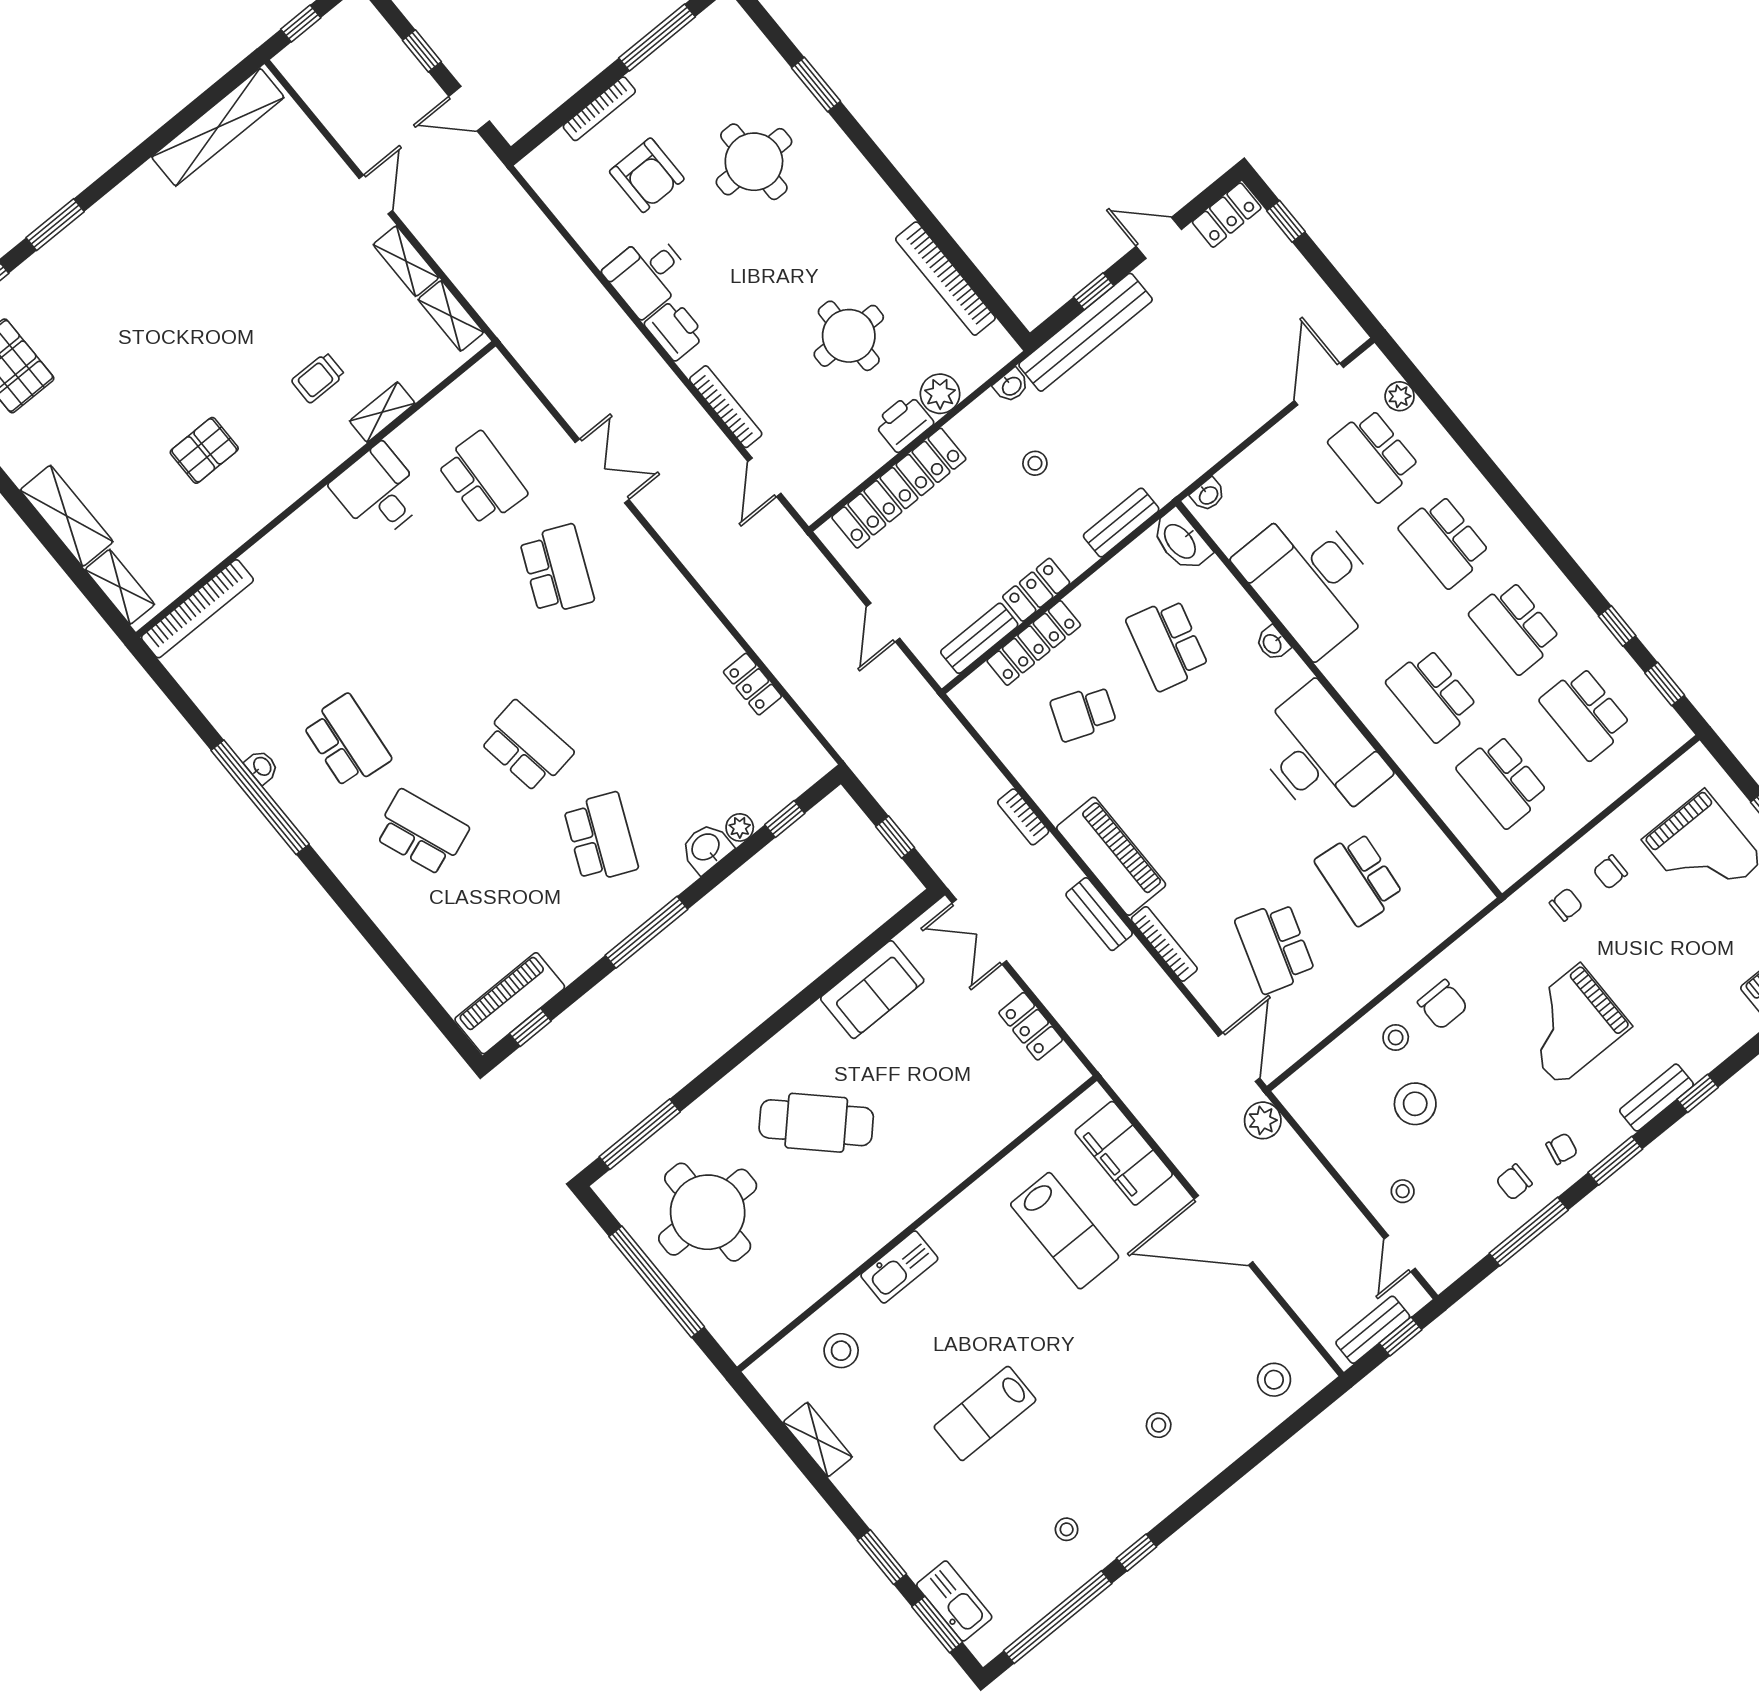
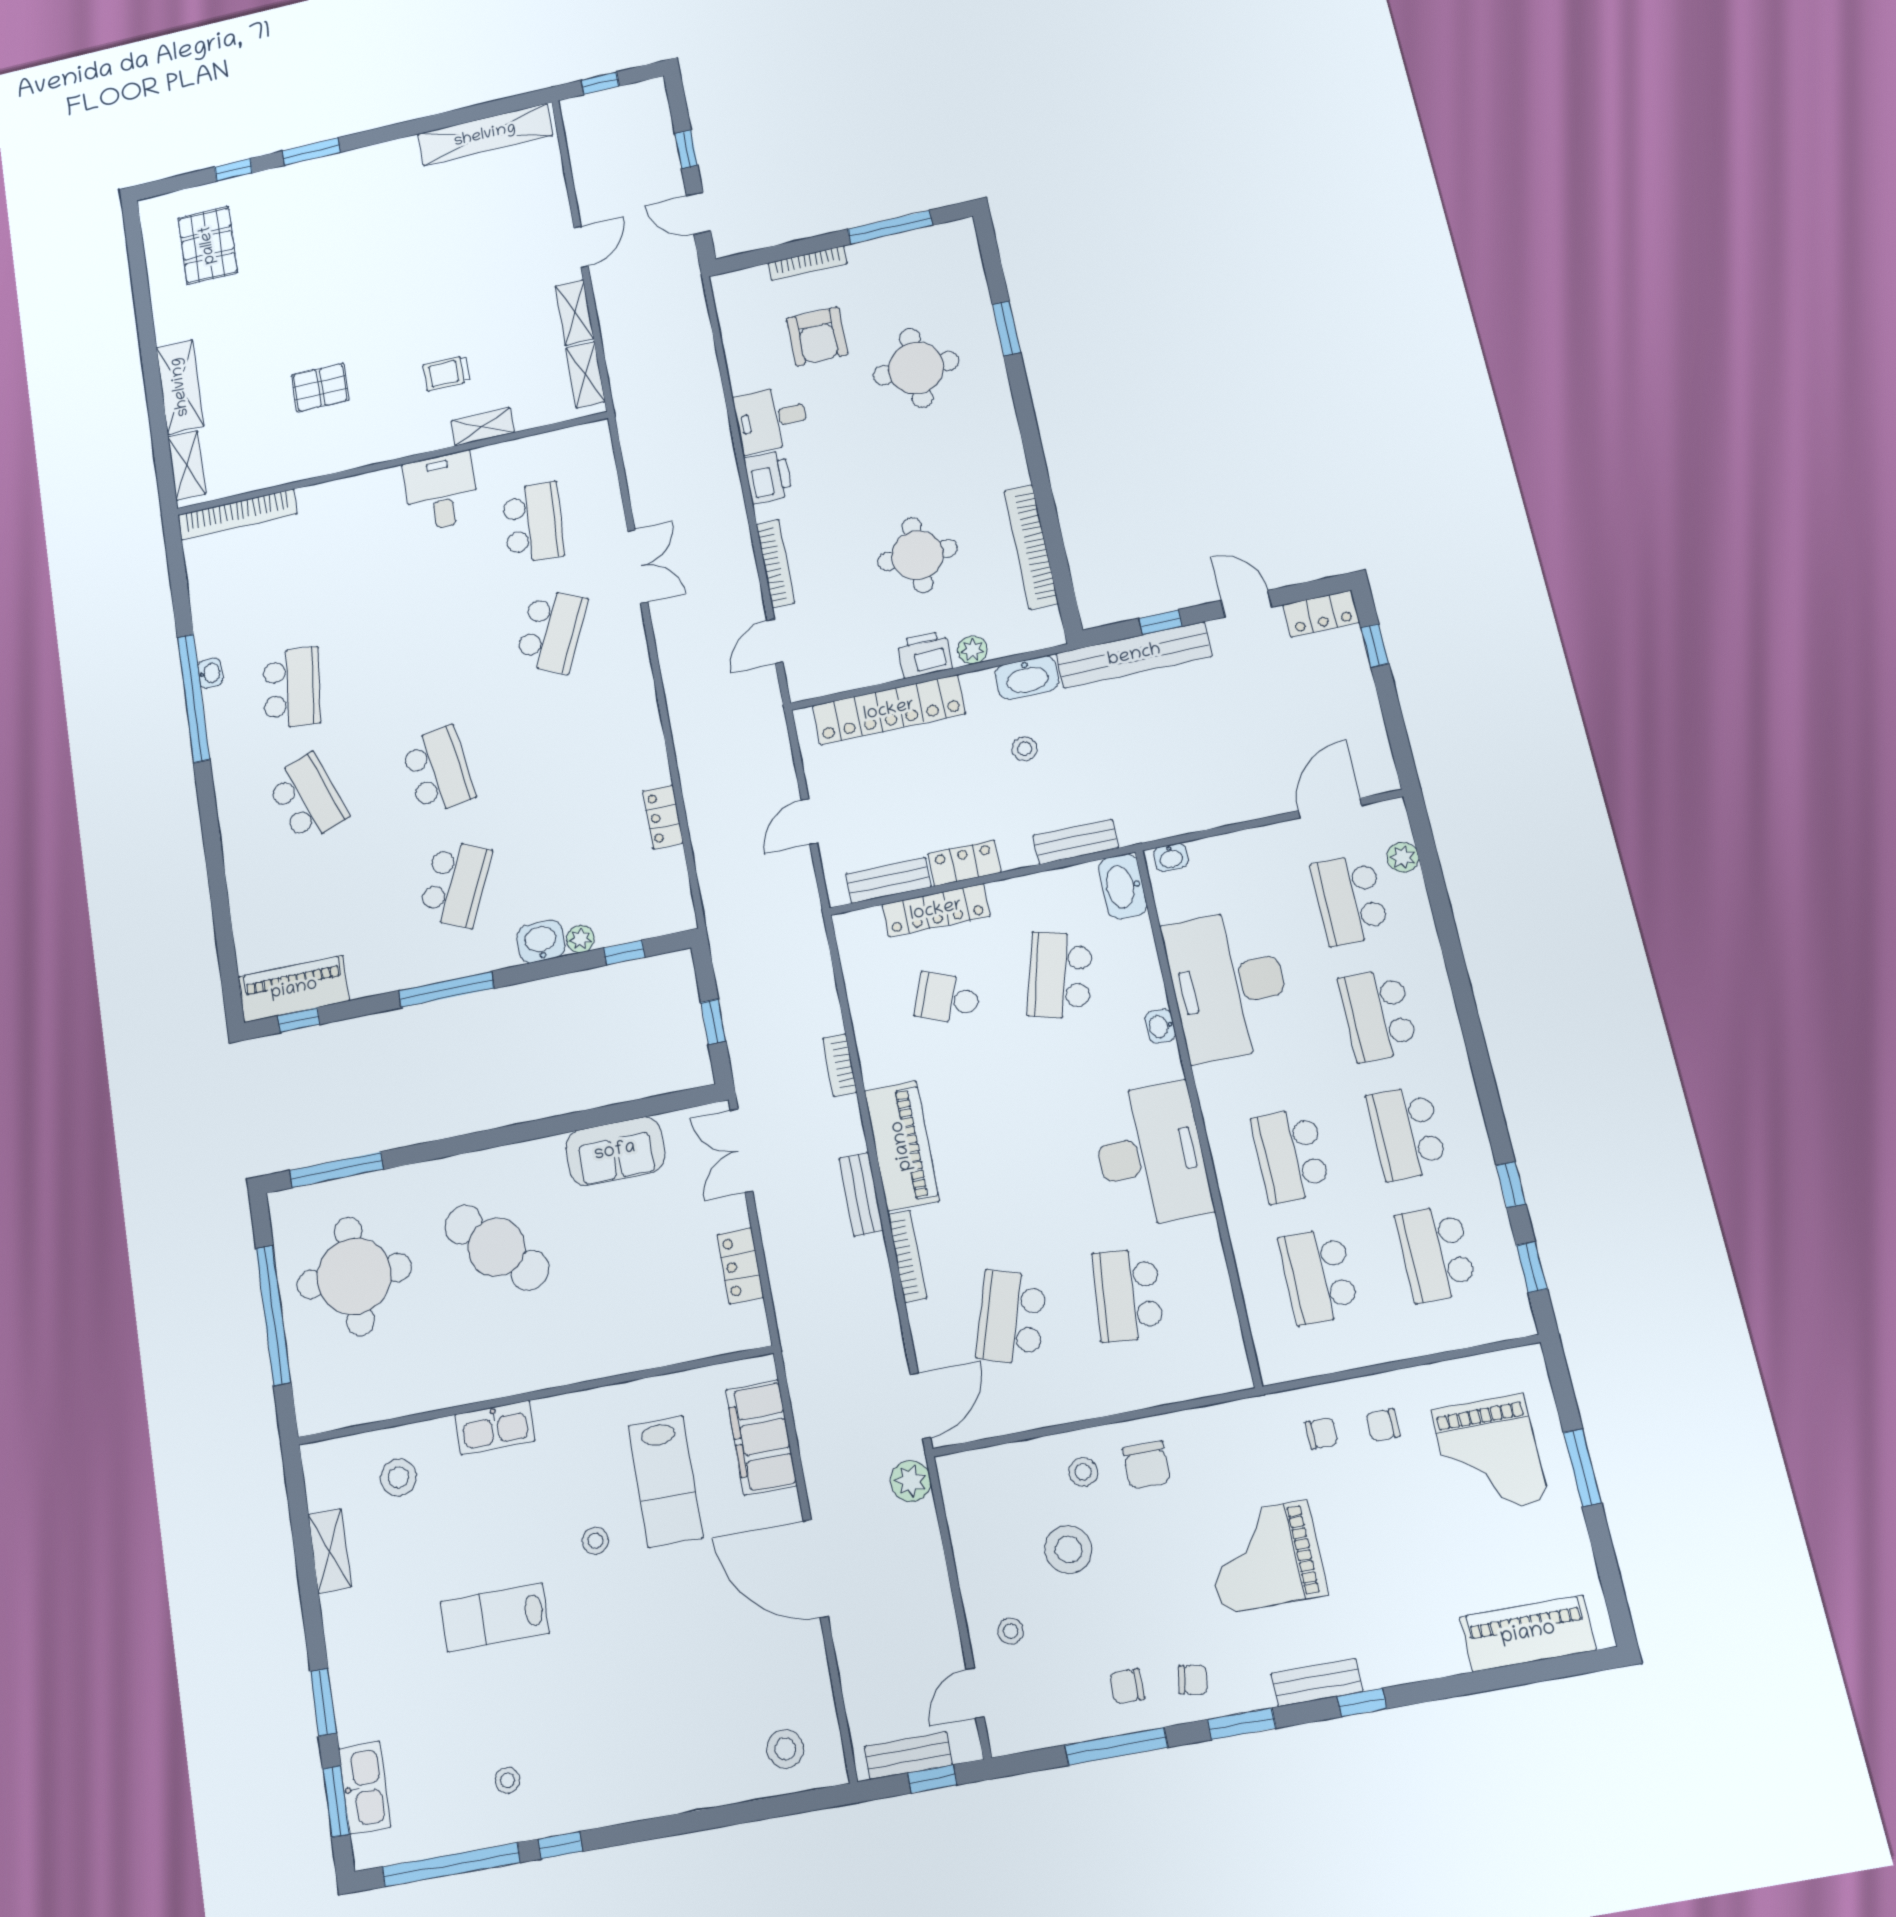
washbasin: (1011, 386) -> (1027, 678), width x1.91, depth x1.45
plant: (940, 394) -> (973, 650), width x0.73, depth x0.73
stool: (1159, 1425) -> (595, 1541), moved

